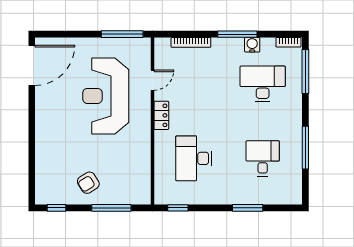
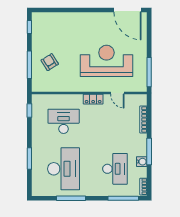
desk: (263, 158) -> (64, 169), width x1.87, depth x1.30
armchair: (88, 183) -> (50, 62), moved

